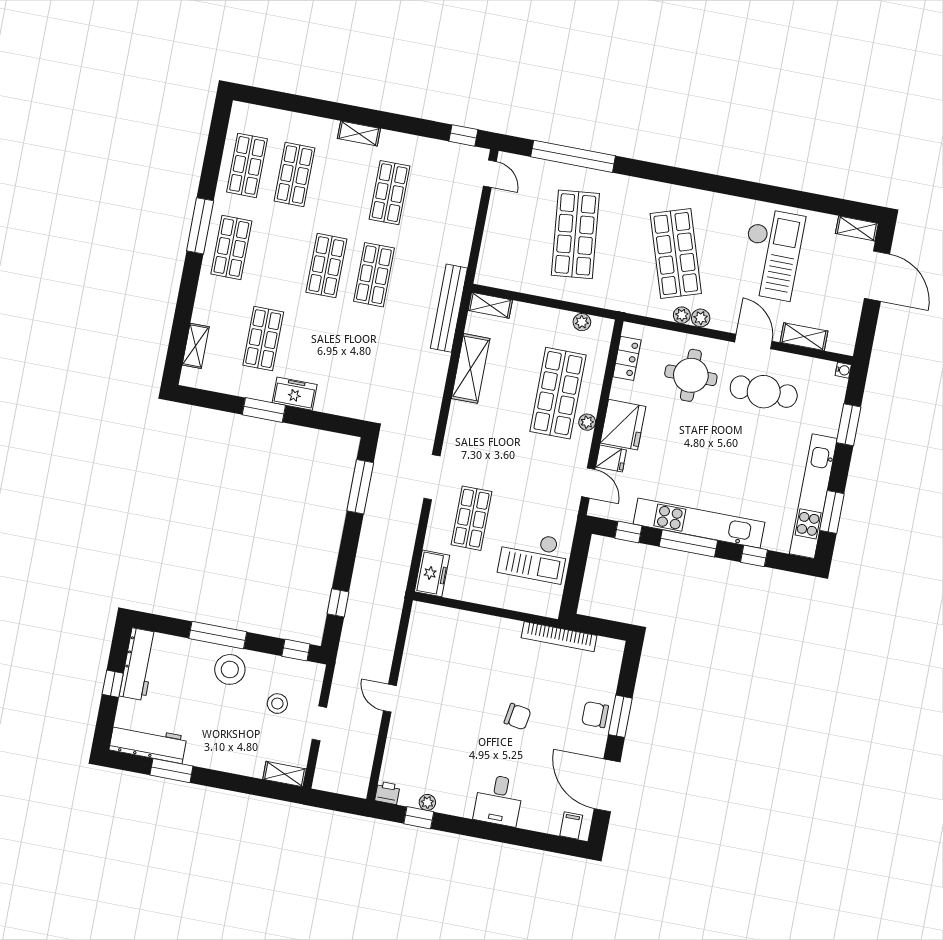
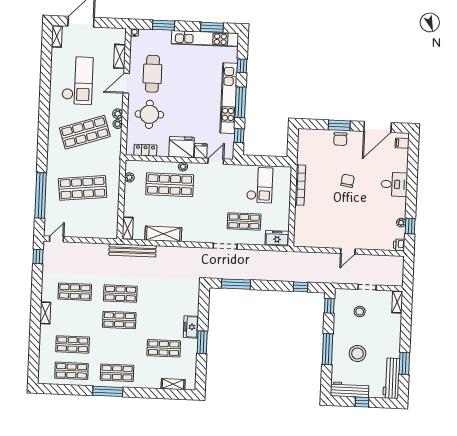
checkout: (771, 254) -> (78, 80), turned 90
bookcase: (559, 637) -> (300, 185), moved
stool: (230, 669) -> (357, 353), moved

